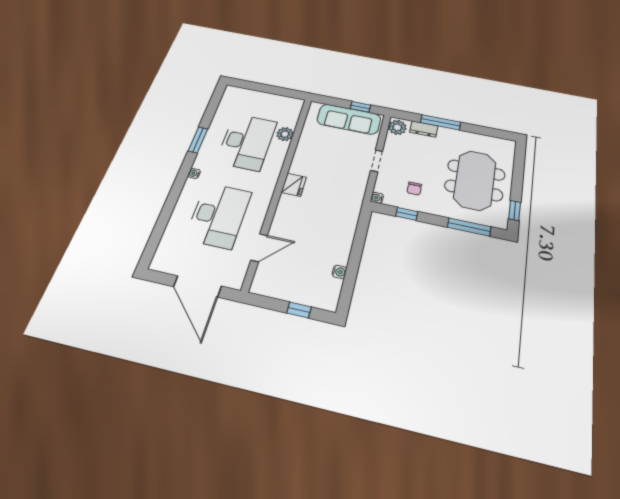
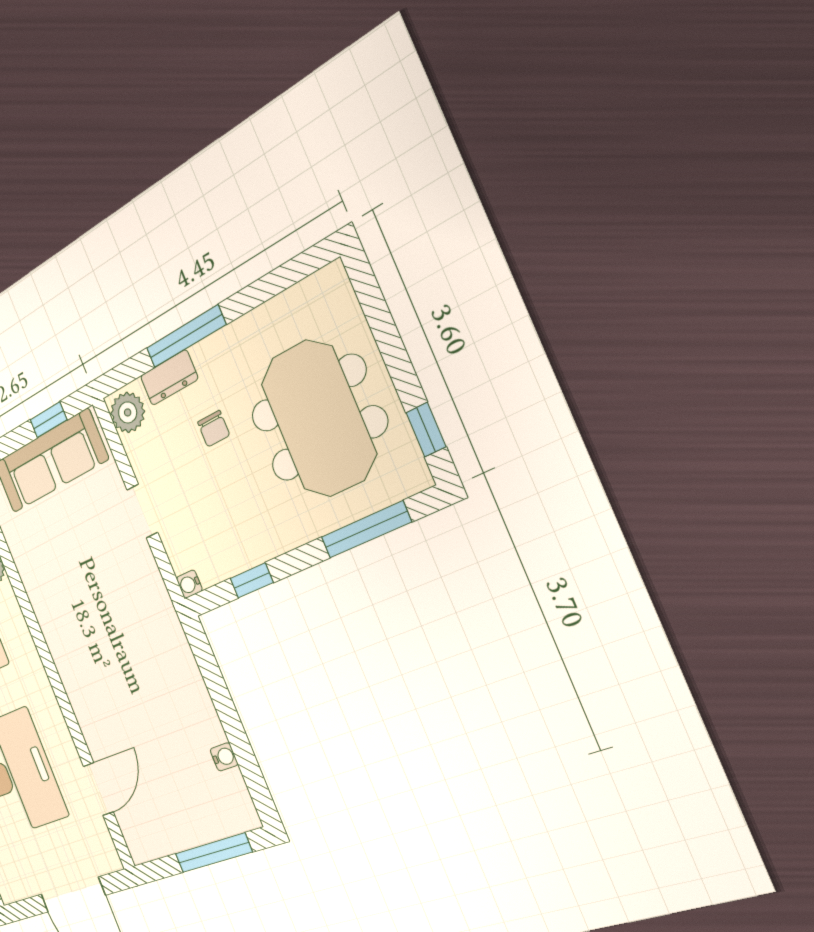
fridge: (294, 185) -> (65, 651), removed
chair: (414, 189) -> (214, 429), moved
window: (299, 310) -> (213, 853), width x2.17

